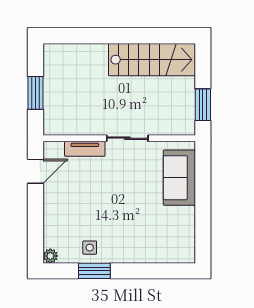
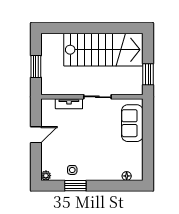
stairs: (152, 60) -> (103, 50), width x1.36, depth x1.51
door: (36, 171) -> (36, 135), moved
floor lamp: (171, 257) -> (127, 176), added

